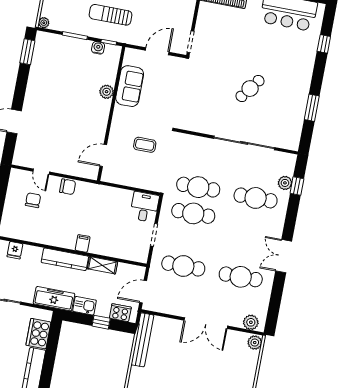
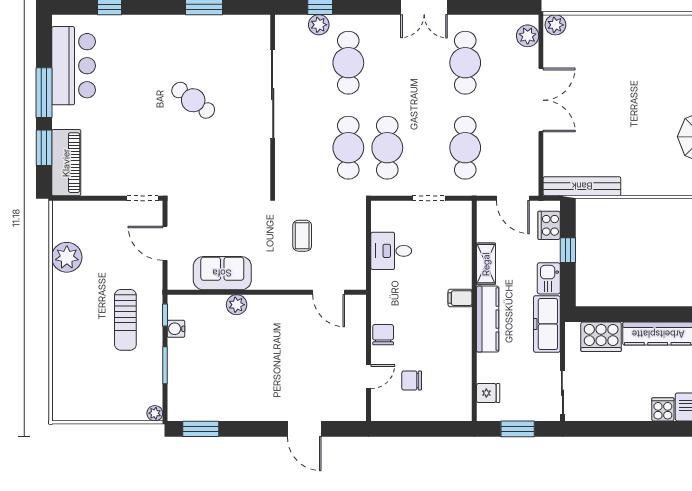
desk: (144, 207) -> (391, 251), moved

